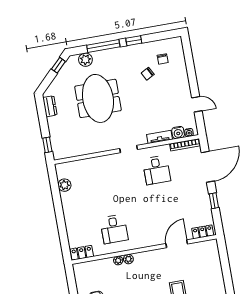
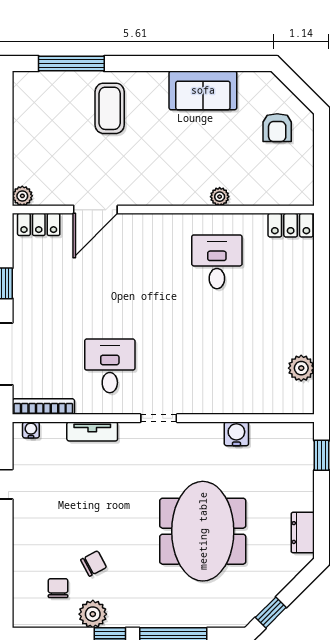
plant: (85, 60) -> (93, 614), moved
water cooler: (178, 133) -> (236, 434), moved
plant: (128, 259) -> (22, 196), moved

